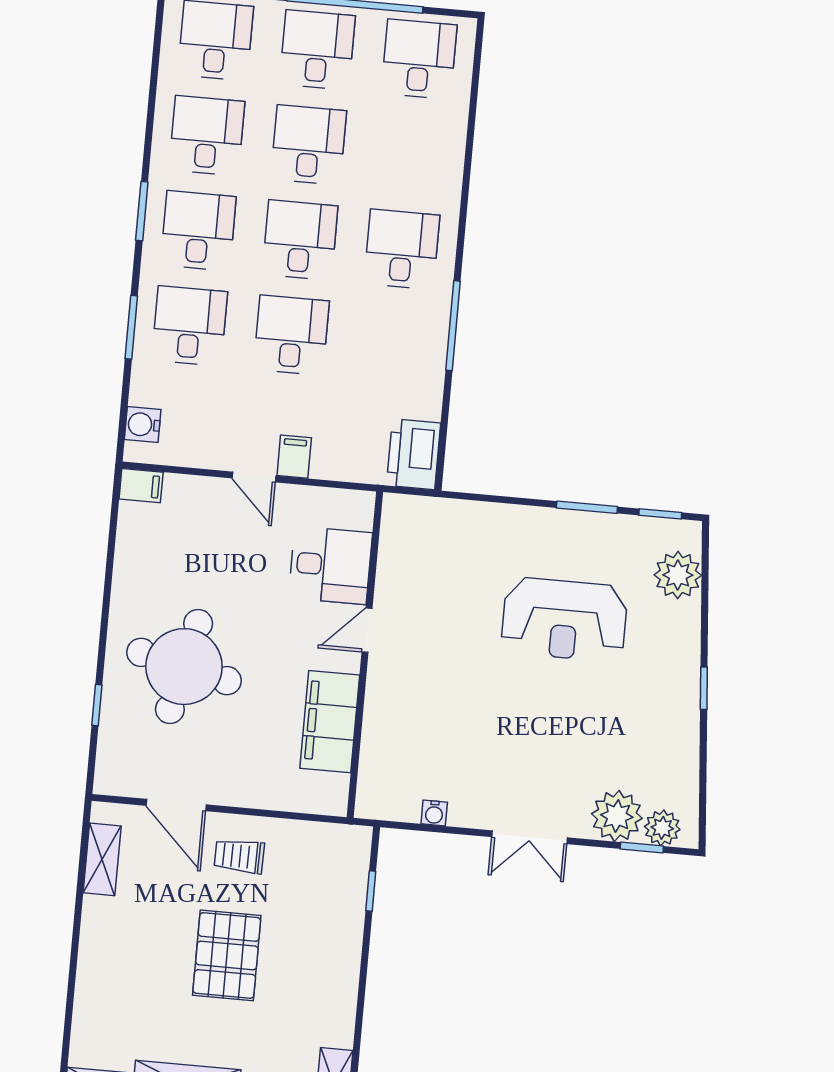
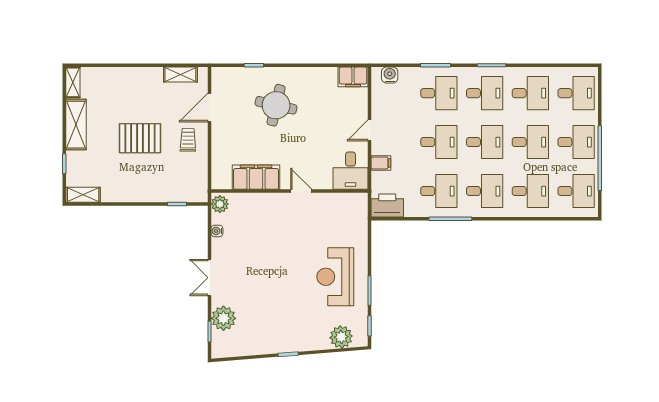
desk: (410, 154) -> (530, 191), added
desk: (393, 344) -> (439, 191), added
filing cabinet: (294, 457) -> (381, 163), moved
filing cabinet: (141, 486) -> (353, 77), width x2.00
desk: (330, 565) -> (350, 171), moved
reception desk: (564, 620) -> (335, 277), moved
round table: (184, 667) -> (276, 105), width x0.73, depth x0.73
plant: (662, 828) -> (220, 204), moved

